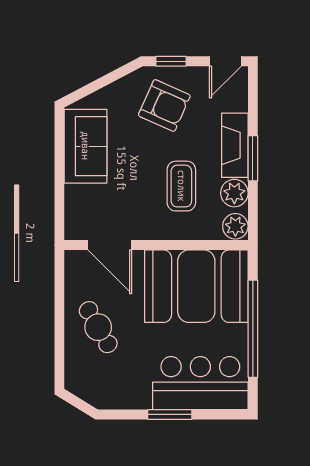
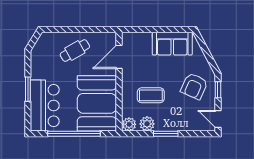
fireplace: (235, 145) -> (173, 124), removed

